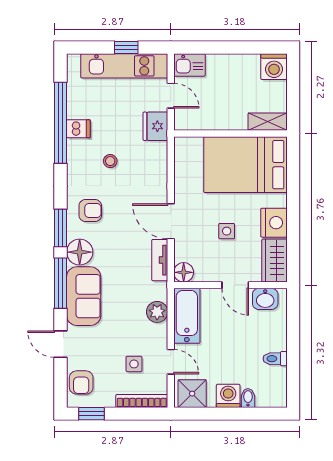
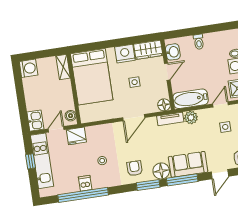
boiler: (189, 122) -> (71, 116), added
tv unit: (160, 260) -> (170, 119), moved
toilet: (275, 359) -> (199, 42), moved

